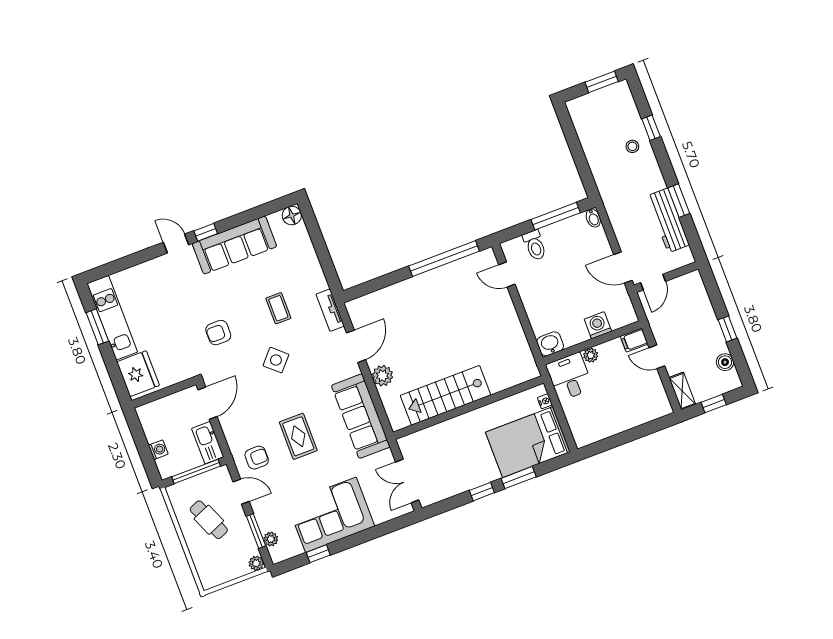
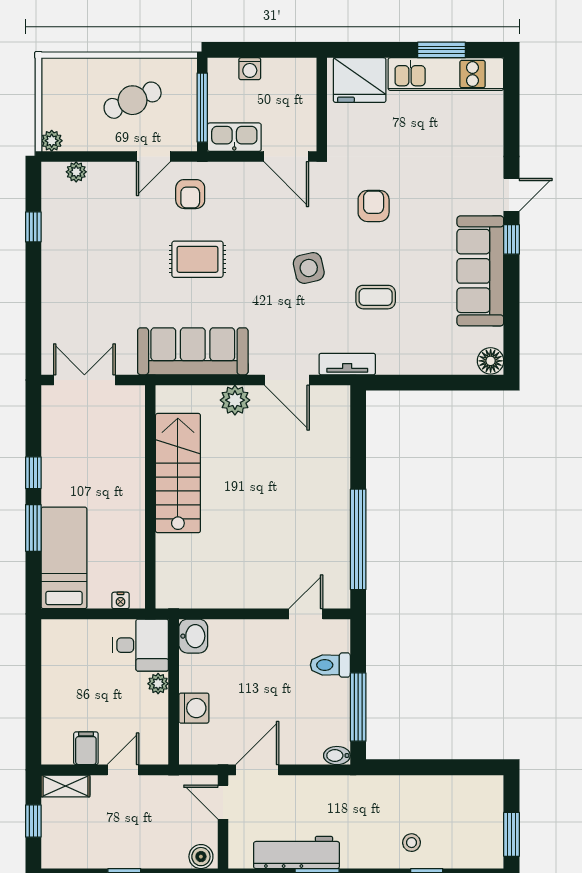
filing cabinet: (634, 340) -> (86, 748), moved
side table: (276, 360) -> (309, 268), turned 35
boiler: (725, 362) -> (201, 857), moved
bed: (528, 442) -> (64, 558), width x0.67
corner sofa: (331, 515) -> (78, 263), removed
window: (256, 531) -> (94, 156), removed

